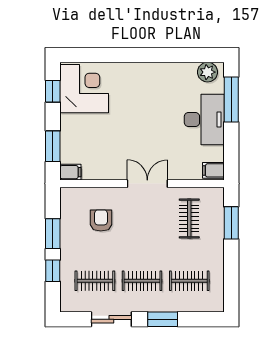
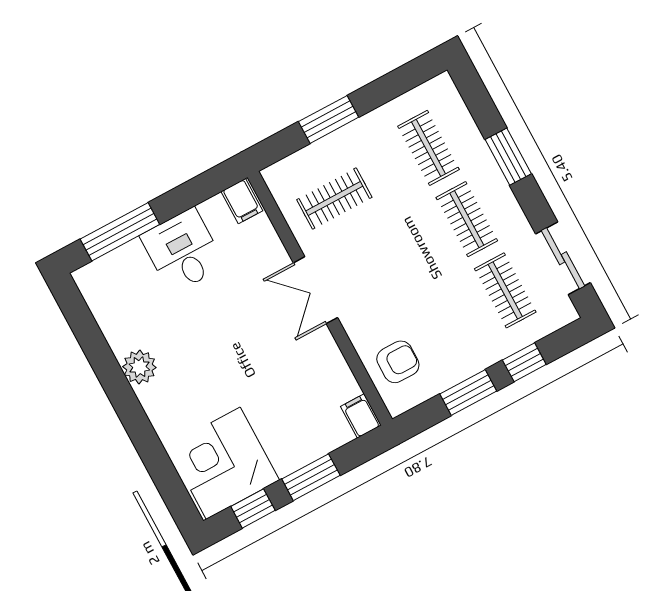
plant: (208, 72) -> (139, 367), moved
desk: (204, 120) -> (183, 251), width x0.73
window: (53, 146) -> (311, 477), moved
armchair: (101, 220) -> (398, 362), moved, turned 180
window: (231, 223) -> (329, 119), moved
sliding door: (111, 319) -> (563, 258), moved

